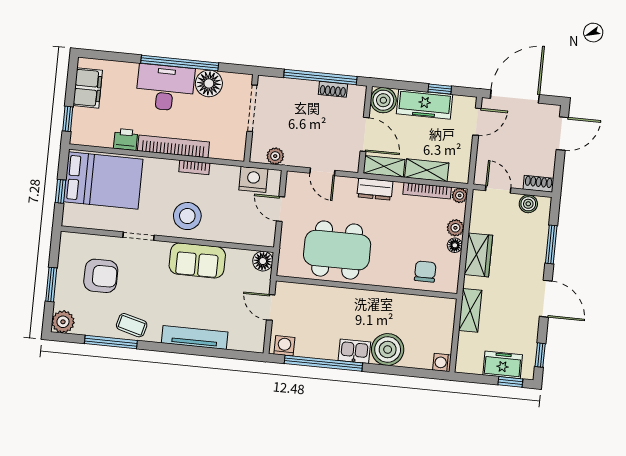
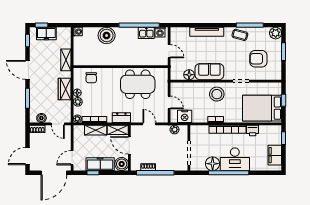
floor lamp: (263, 261) -> (189, 75), moved
kitchen sink: (354, 351) -> (146, 33), moved

